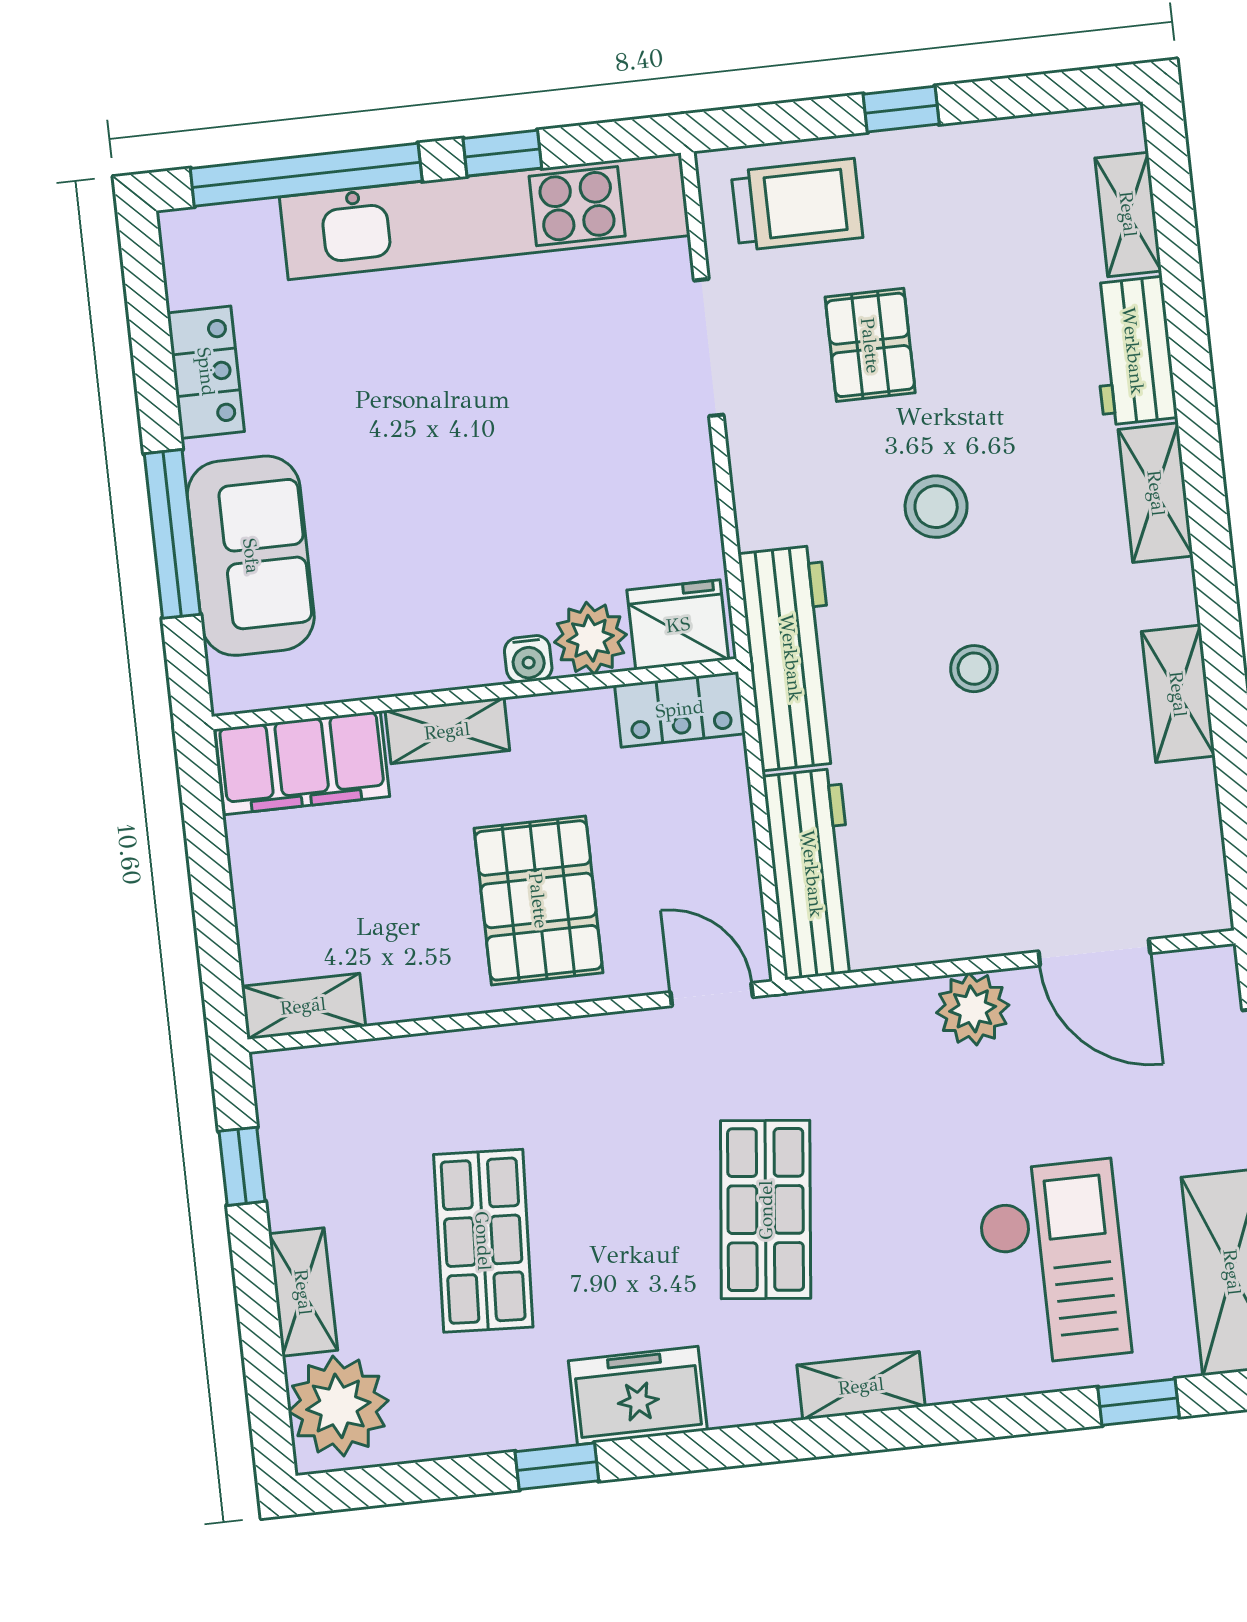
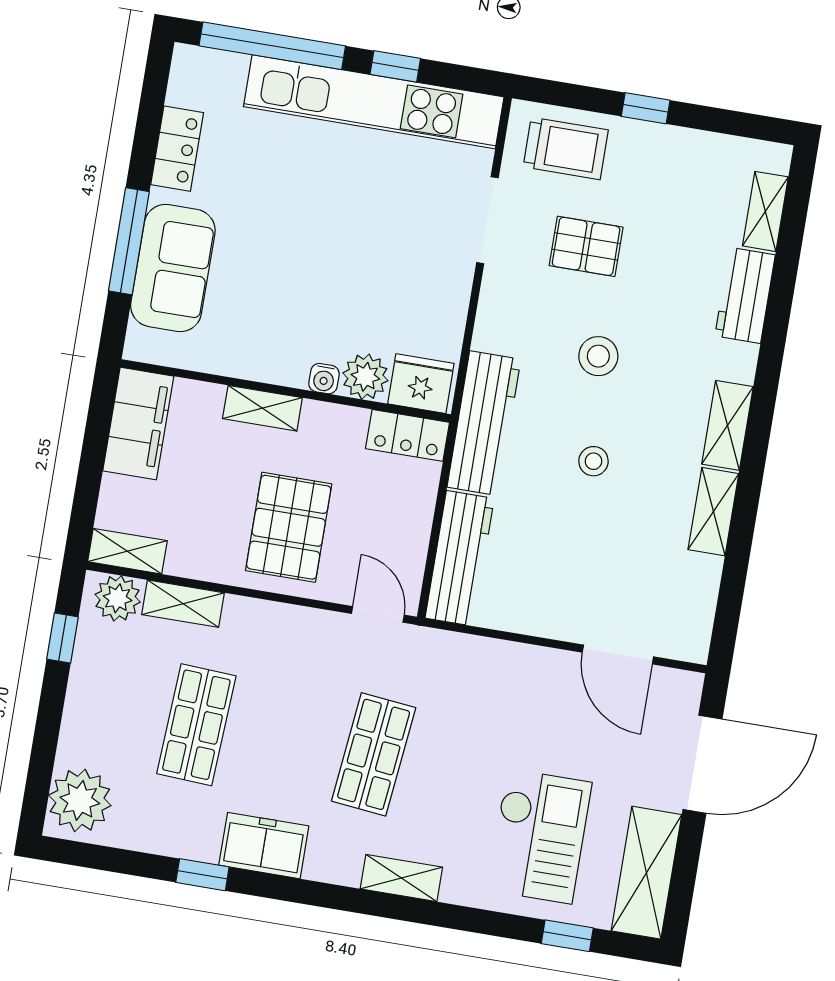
pallet: (870, 345) -> (586, 246), turned 90
shelving: (1156, 493) -> (728, 425), moved
filing cabinet: (302, 763) -> (138, 424), moved, turned -90
plant: (973, 1009) -> (118, 598), moved
shelving: (303, 1292) -> (183, 604), moved, turned 90

